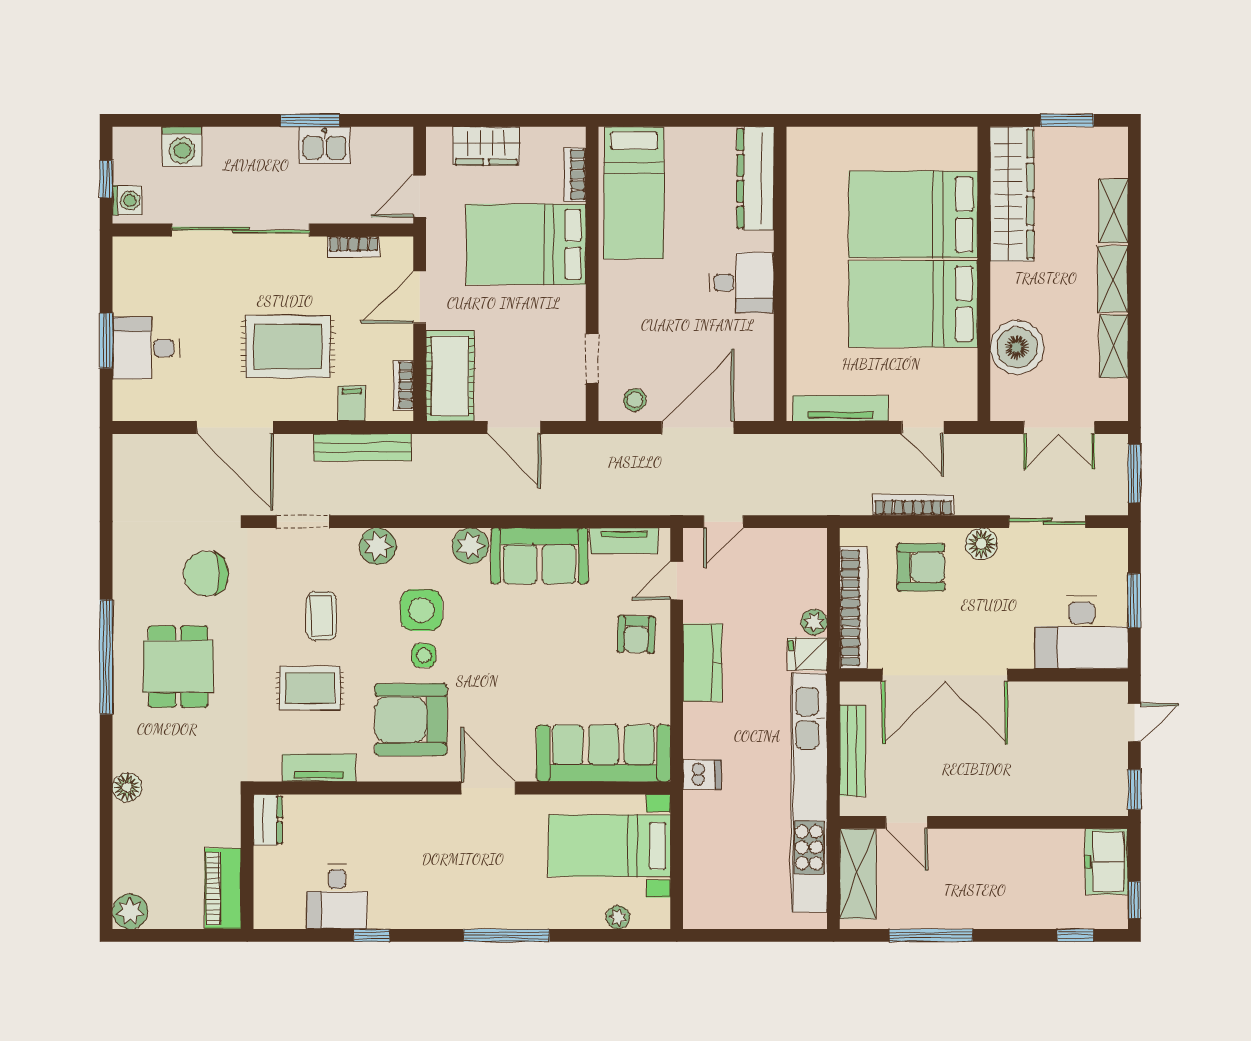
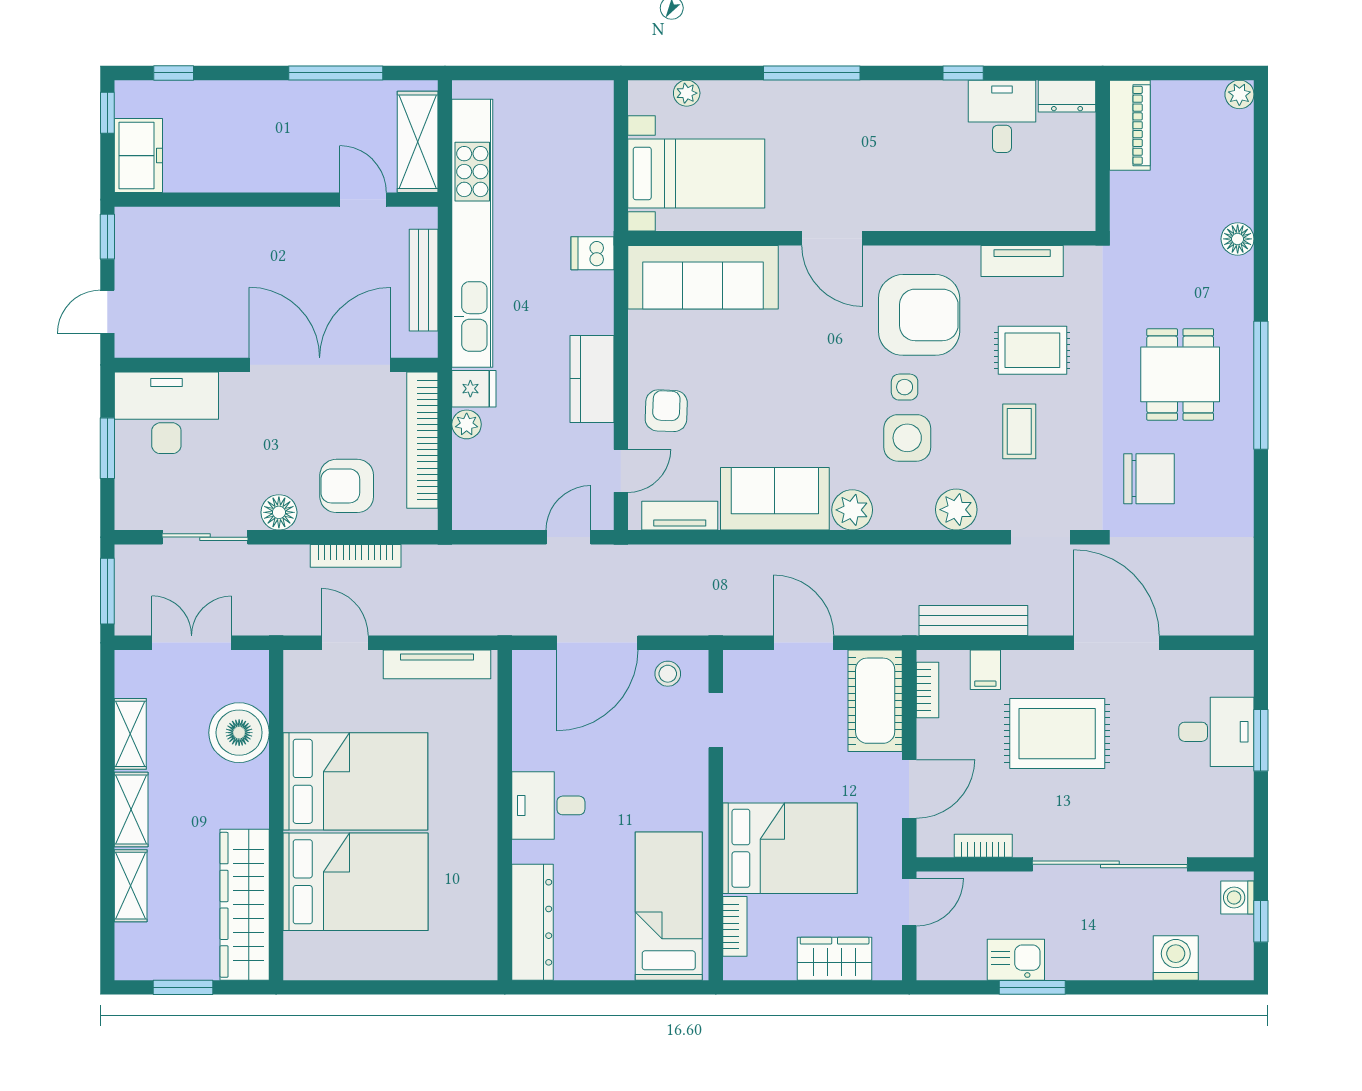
dresser: (268, 820) -> (1067, 96), moved, turned -90
plant: (130, 911) -> (1239, 94), width x0.73, depth x0.73

